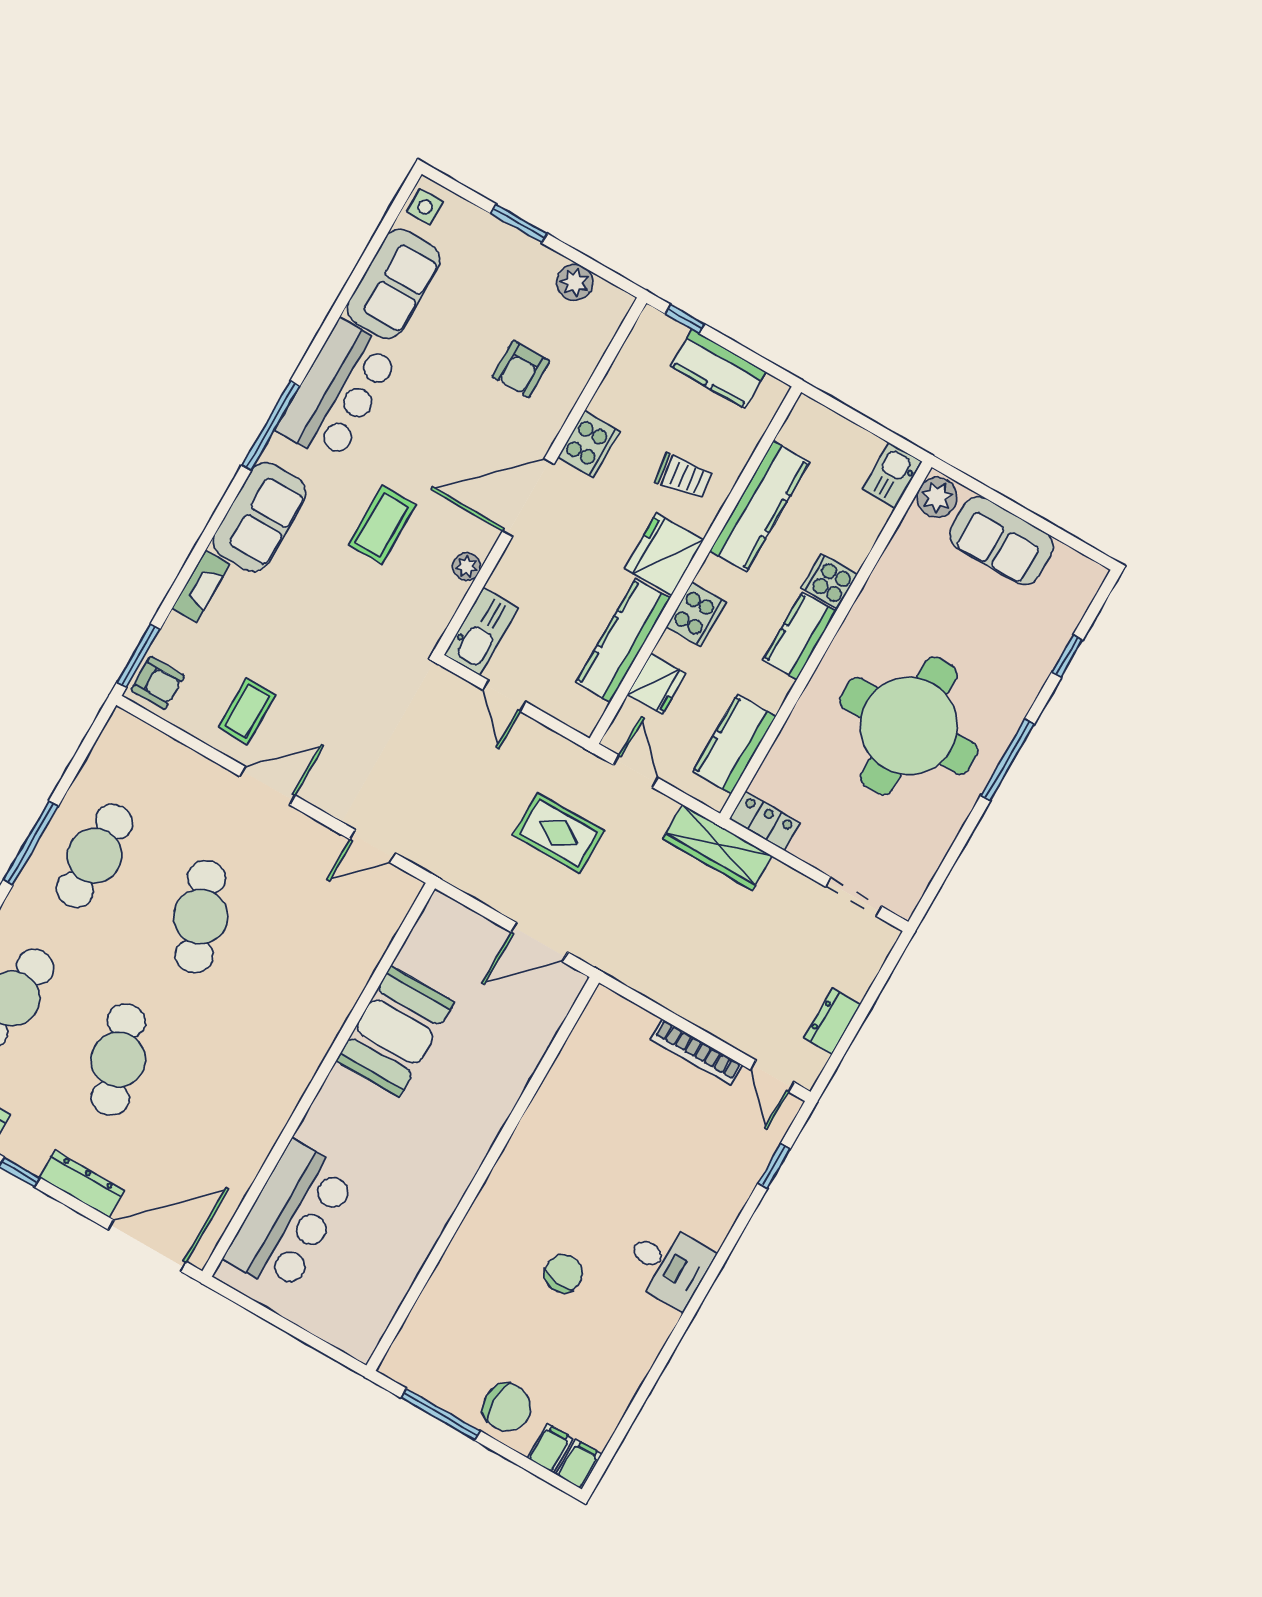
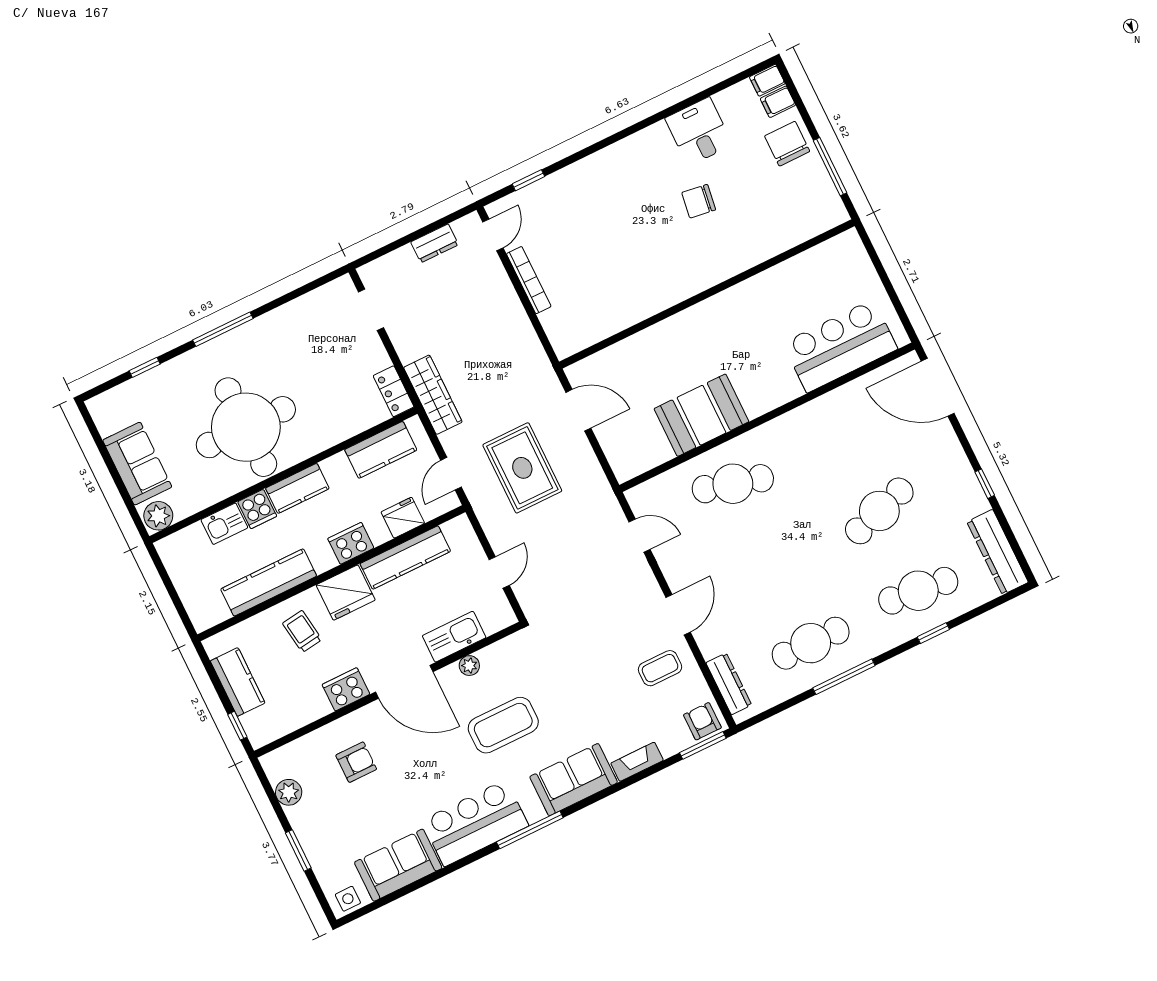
kitchen sink: (892, 475) -> (224, 524), moved
coffee table: (382, 525) -> (503, 725), width x1.36, depth x1.32
kitchen sink: (481, 631) -> (454, 637), moved
round table: (909, 726) -> (246, 427), moved
door: (268, 786) -> (678, 615), swing flipped
rug: (559, 833) -> (522, 468), width x1.36, depth x1.43
cafe table: (200, 917) -> (733, 484), moved, turned 36
dresser: (82, 1184) -> (729, 684), moved, turned 180
desk: (668, 1265) -> (699, 132), moved

